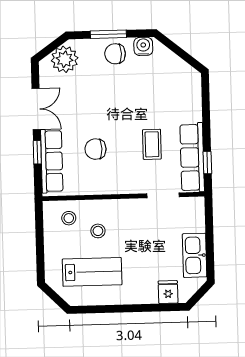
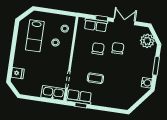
chair: (115, 54) -> (118, 48), moved
double door: (36, 109) -> (124, 22), swing flipped
row of seats: (192, 157) -> (79, 97), width x0.68
row of seats: (52, 161) -> (96, 25), width x0.68
kitchen sink: (195, 255) -> (53, 93), moved

